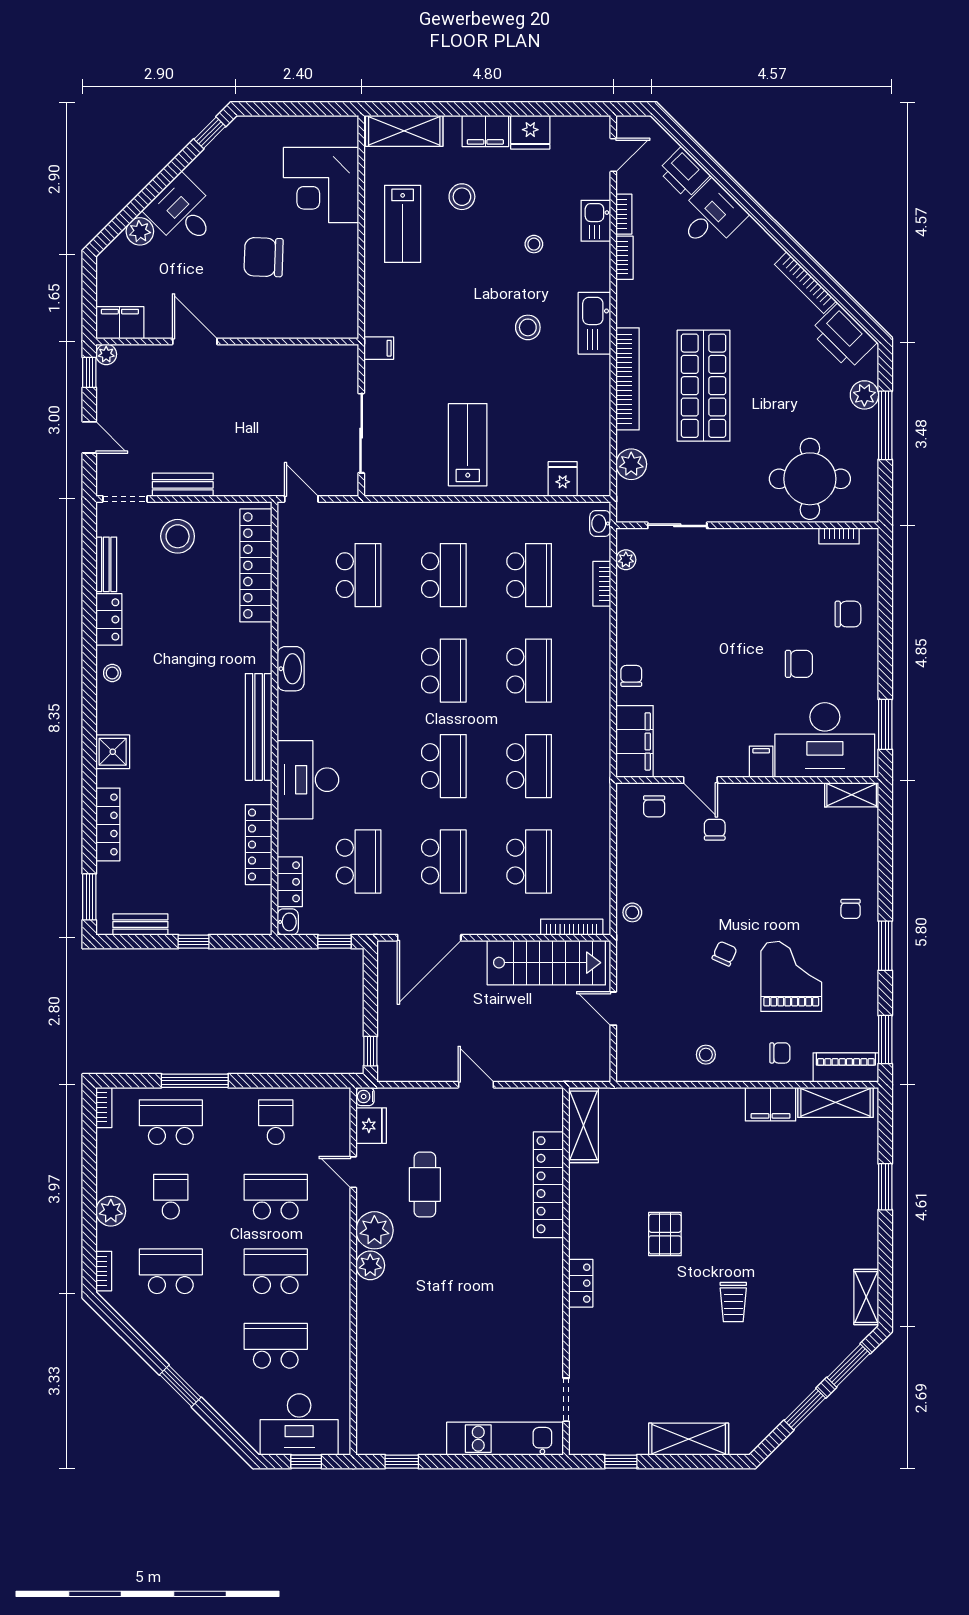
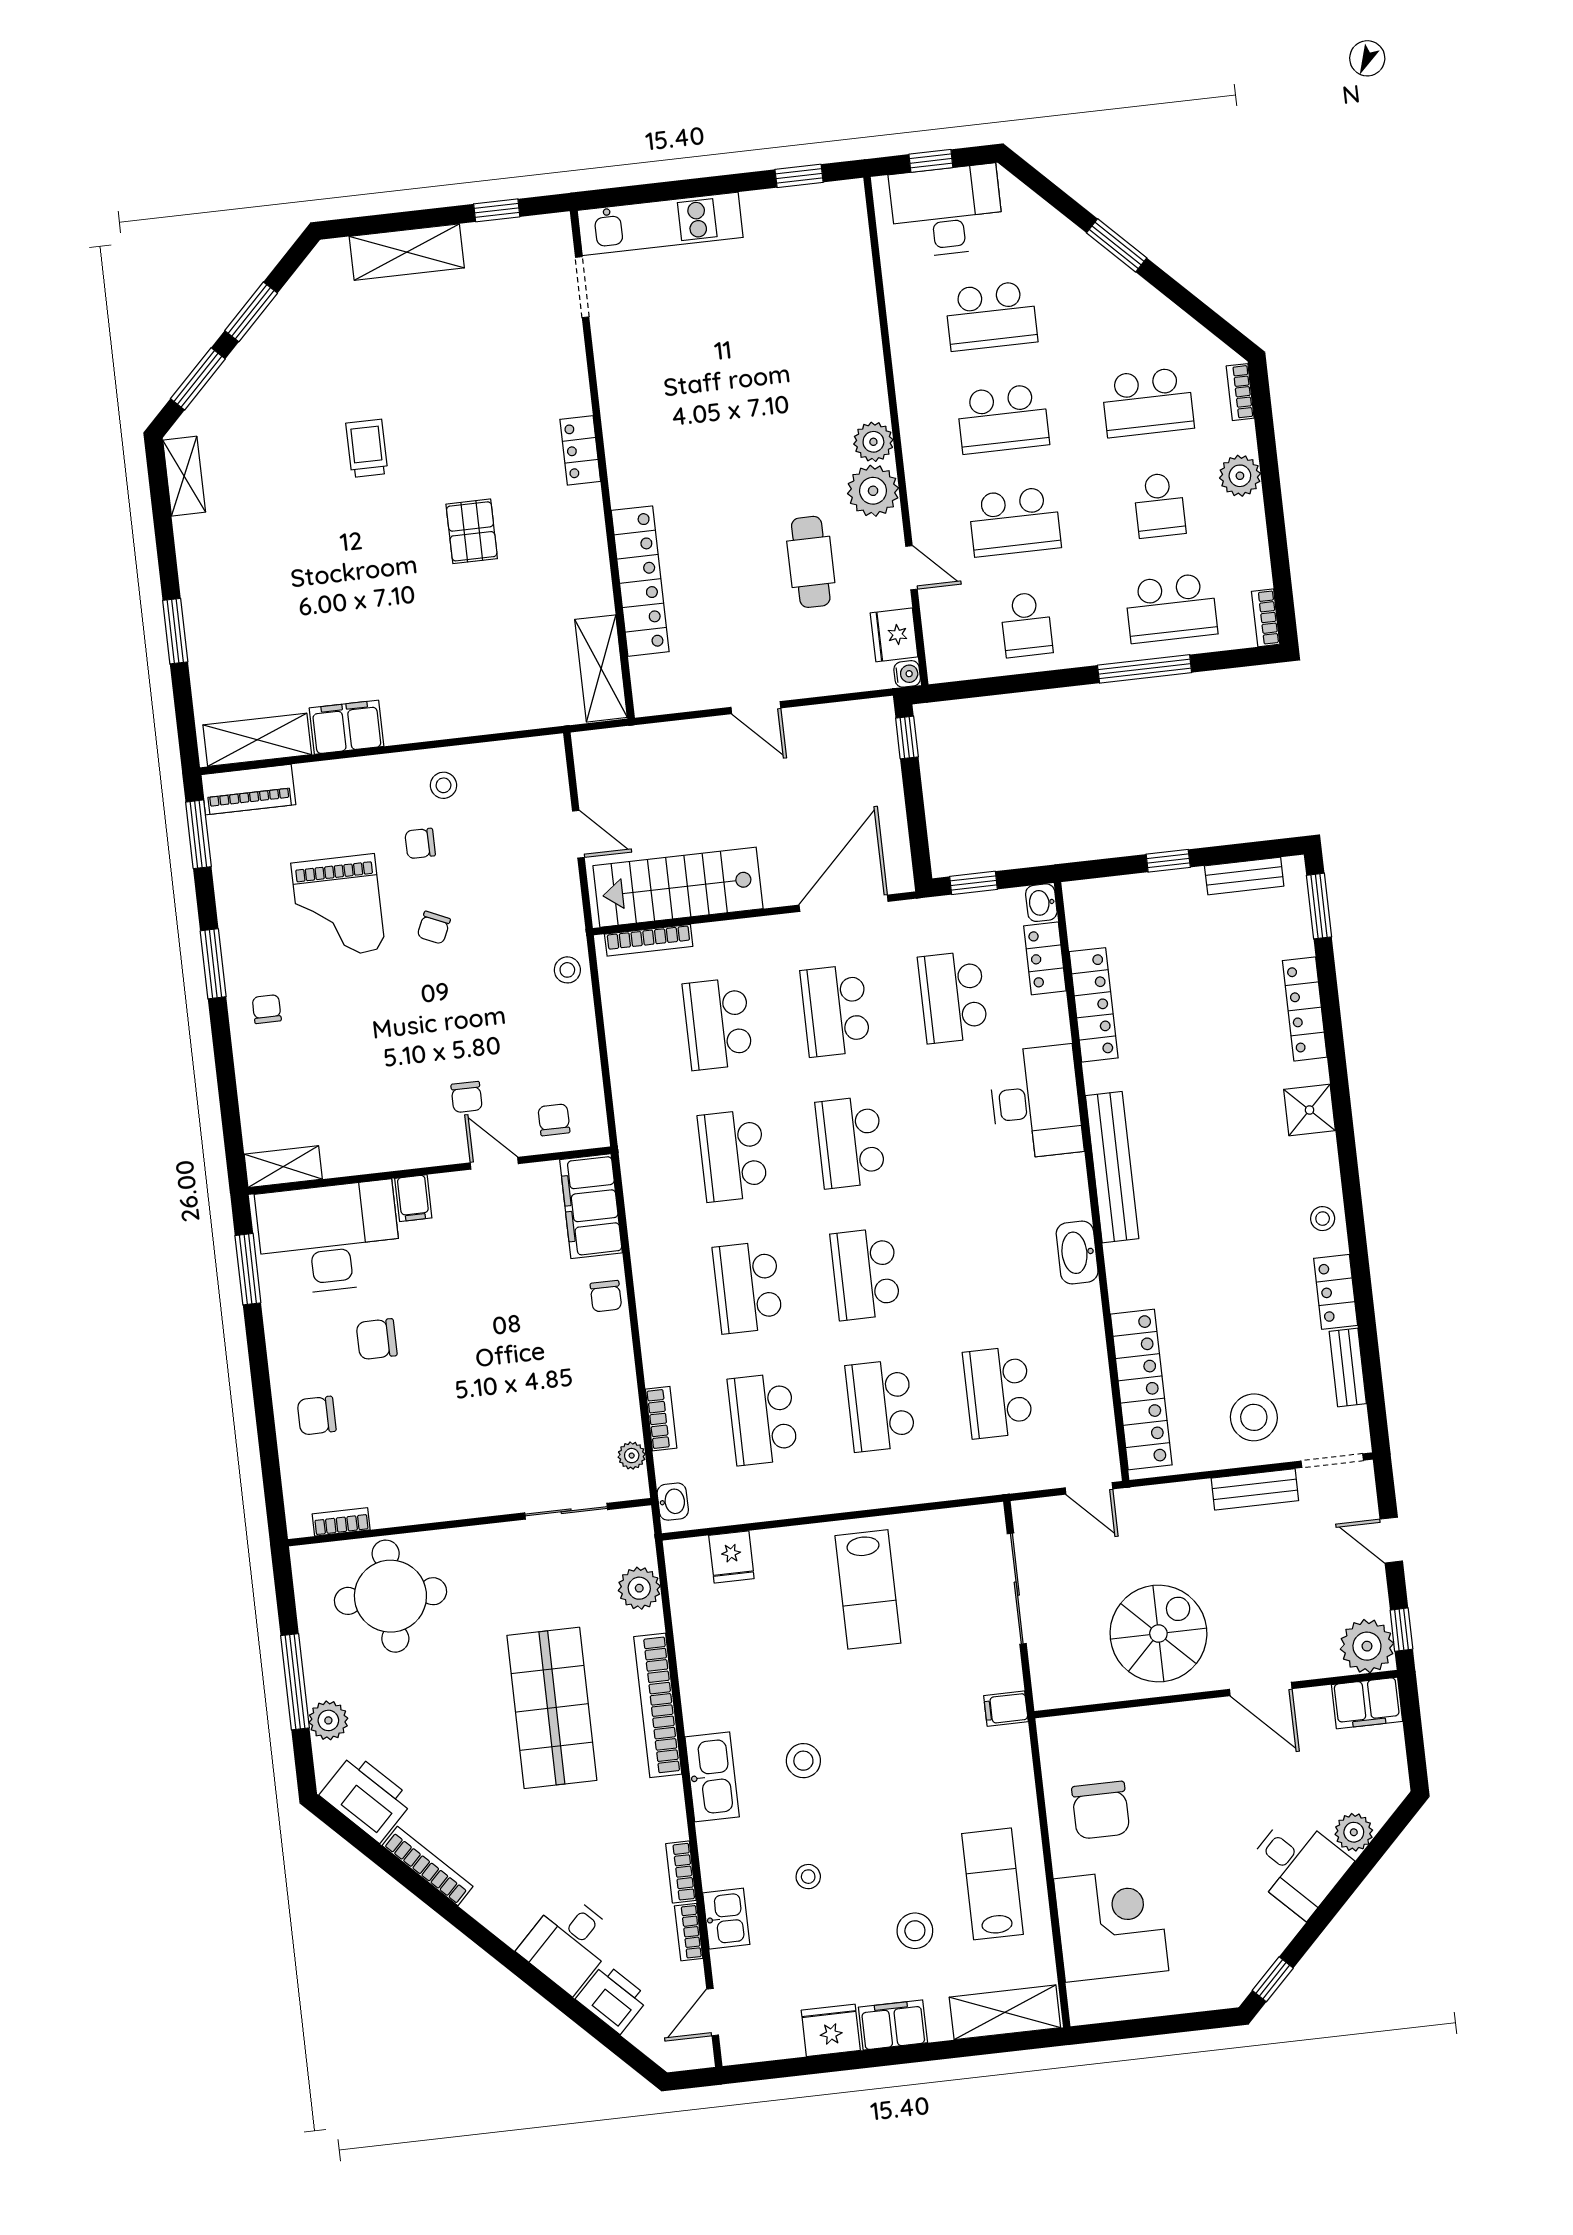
chair: (264, 257) -> (1101, 1810), moved, turned 88
plant: (106, 354) -> (1367, 1646), width x1.87, depth x1.87
spiral stairs: (263, 389) -> (1158, 1634), added
chair: (780, 1053) -> (420, 843), moved

